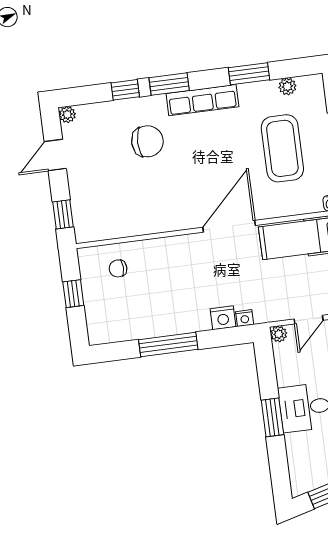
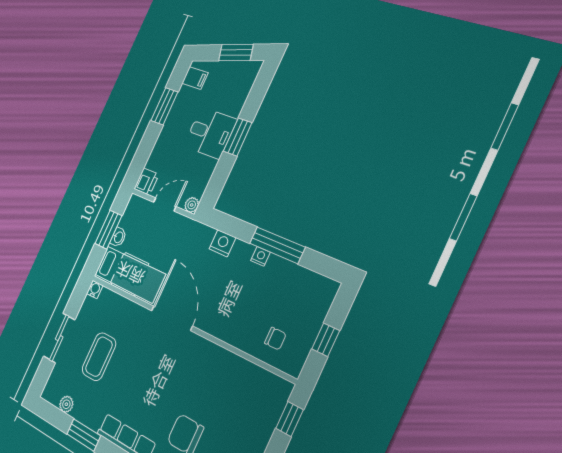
coffee table: (282, 148) -> (99, 357), width x0.73, depth x0.76
door: (229, 226) -> (172, 318), swing flipped
nightstand: (245, 318) -> (260, 256), moved

